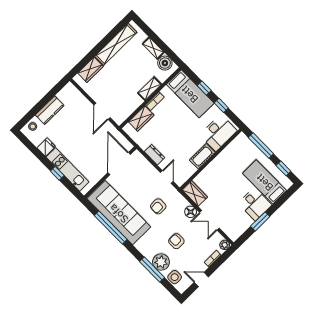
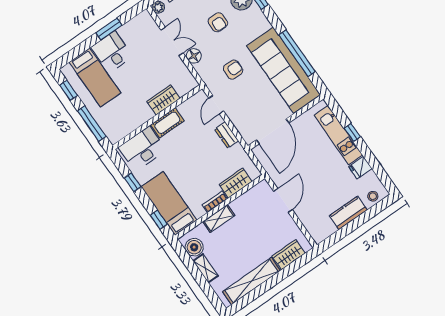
window: (204, 88) -> (159, 220), moved
wardrobe: (195, 194) -> (163, 100), moved, turned 90

